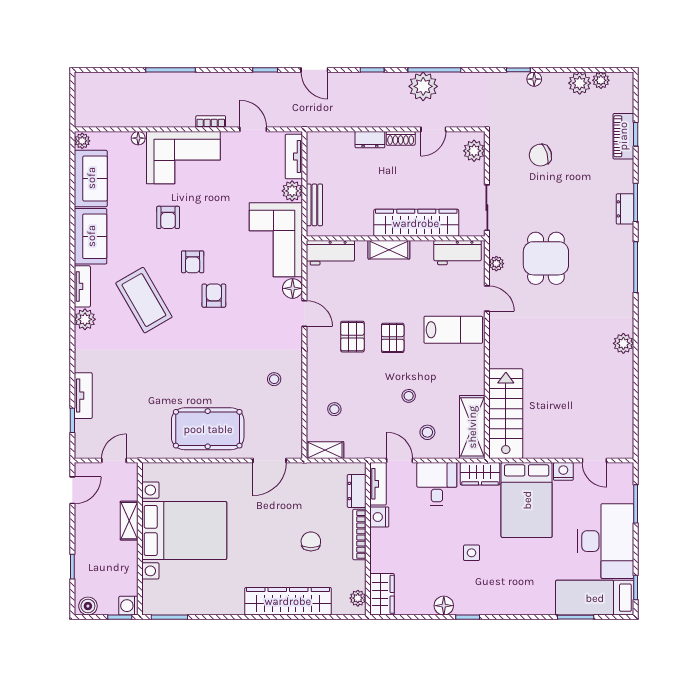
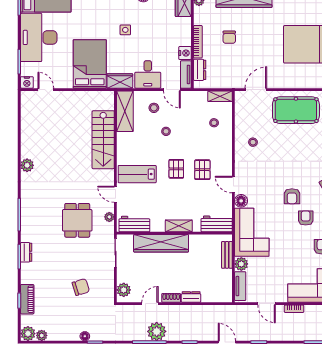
plant: (580, 83) -> (28, 334), moved
stairs: (506, 414) -> (103, 140), moved
nightstand: (563, 471) -> (27, 82), moved

